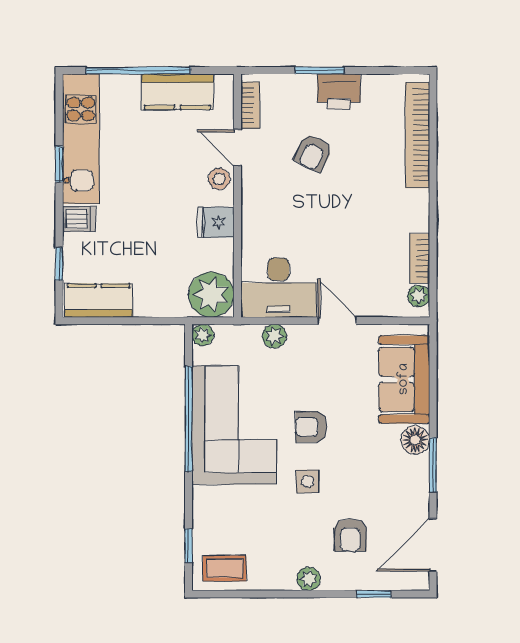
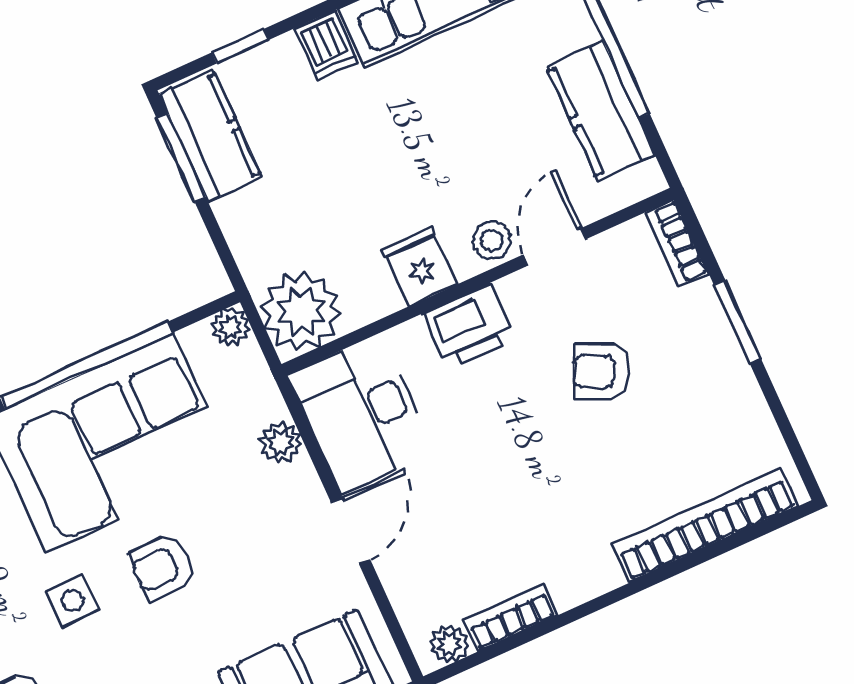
printer: (339, 92) -> (469, 326), moved, turned -90
bookcase: (250, 105) -> (677, 243), moved, turned 90
window: (103, 321) -> (181, 158), added
armchair: (311, 427) -> (162, 567), turned -90

